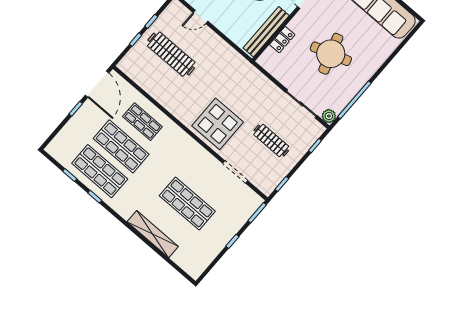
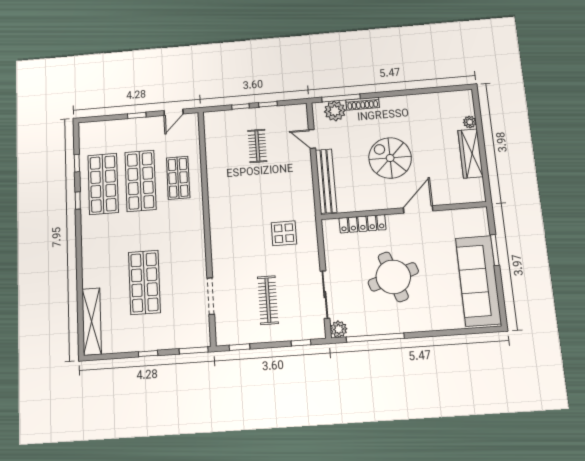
bench: (266, 32) -> (326, 181), moved, turned 90
locker: (282, 40) -> (362, 224), width x1.53
clothes rail: (171, 54) -> (257, 146), width x0.54, depth x0.76
door: (97, 84) -> (174, 112), width x0.53
display table: (218, 124) -> (284, 233), moved, width x0.54, depth x0.54
shelving: (153, 234) -> (92, 321), moved

